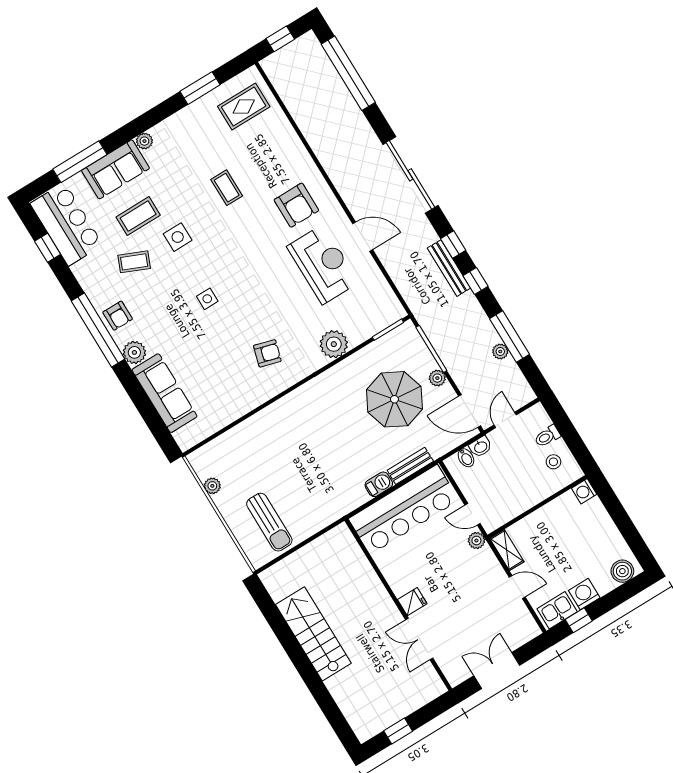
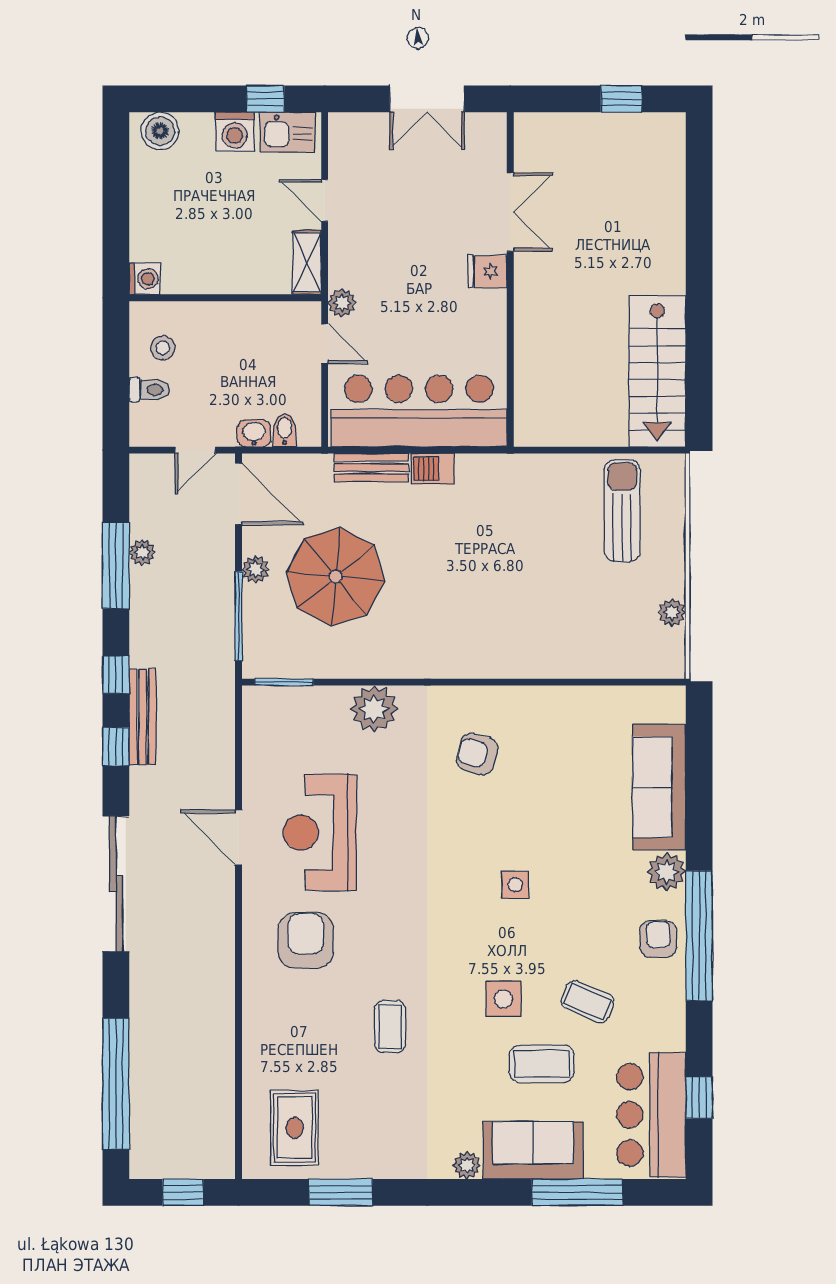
rug: (244, 106) -> (295, 1128), turned 90
stairs: (313, 634) -> (657, 371), moved

